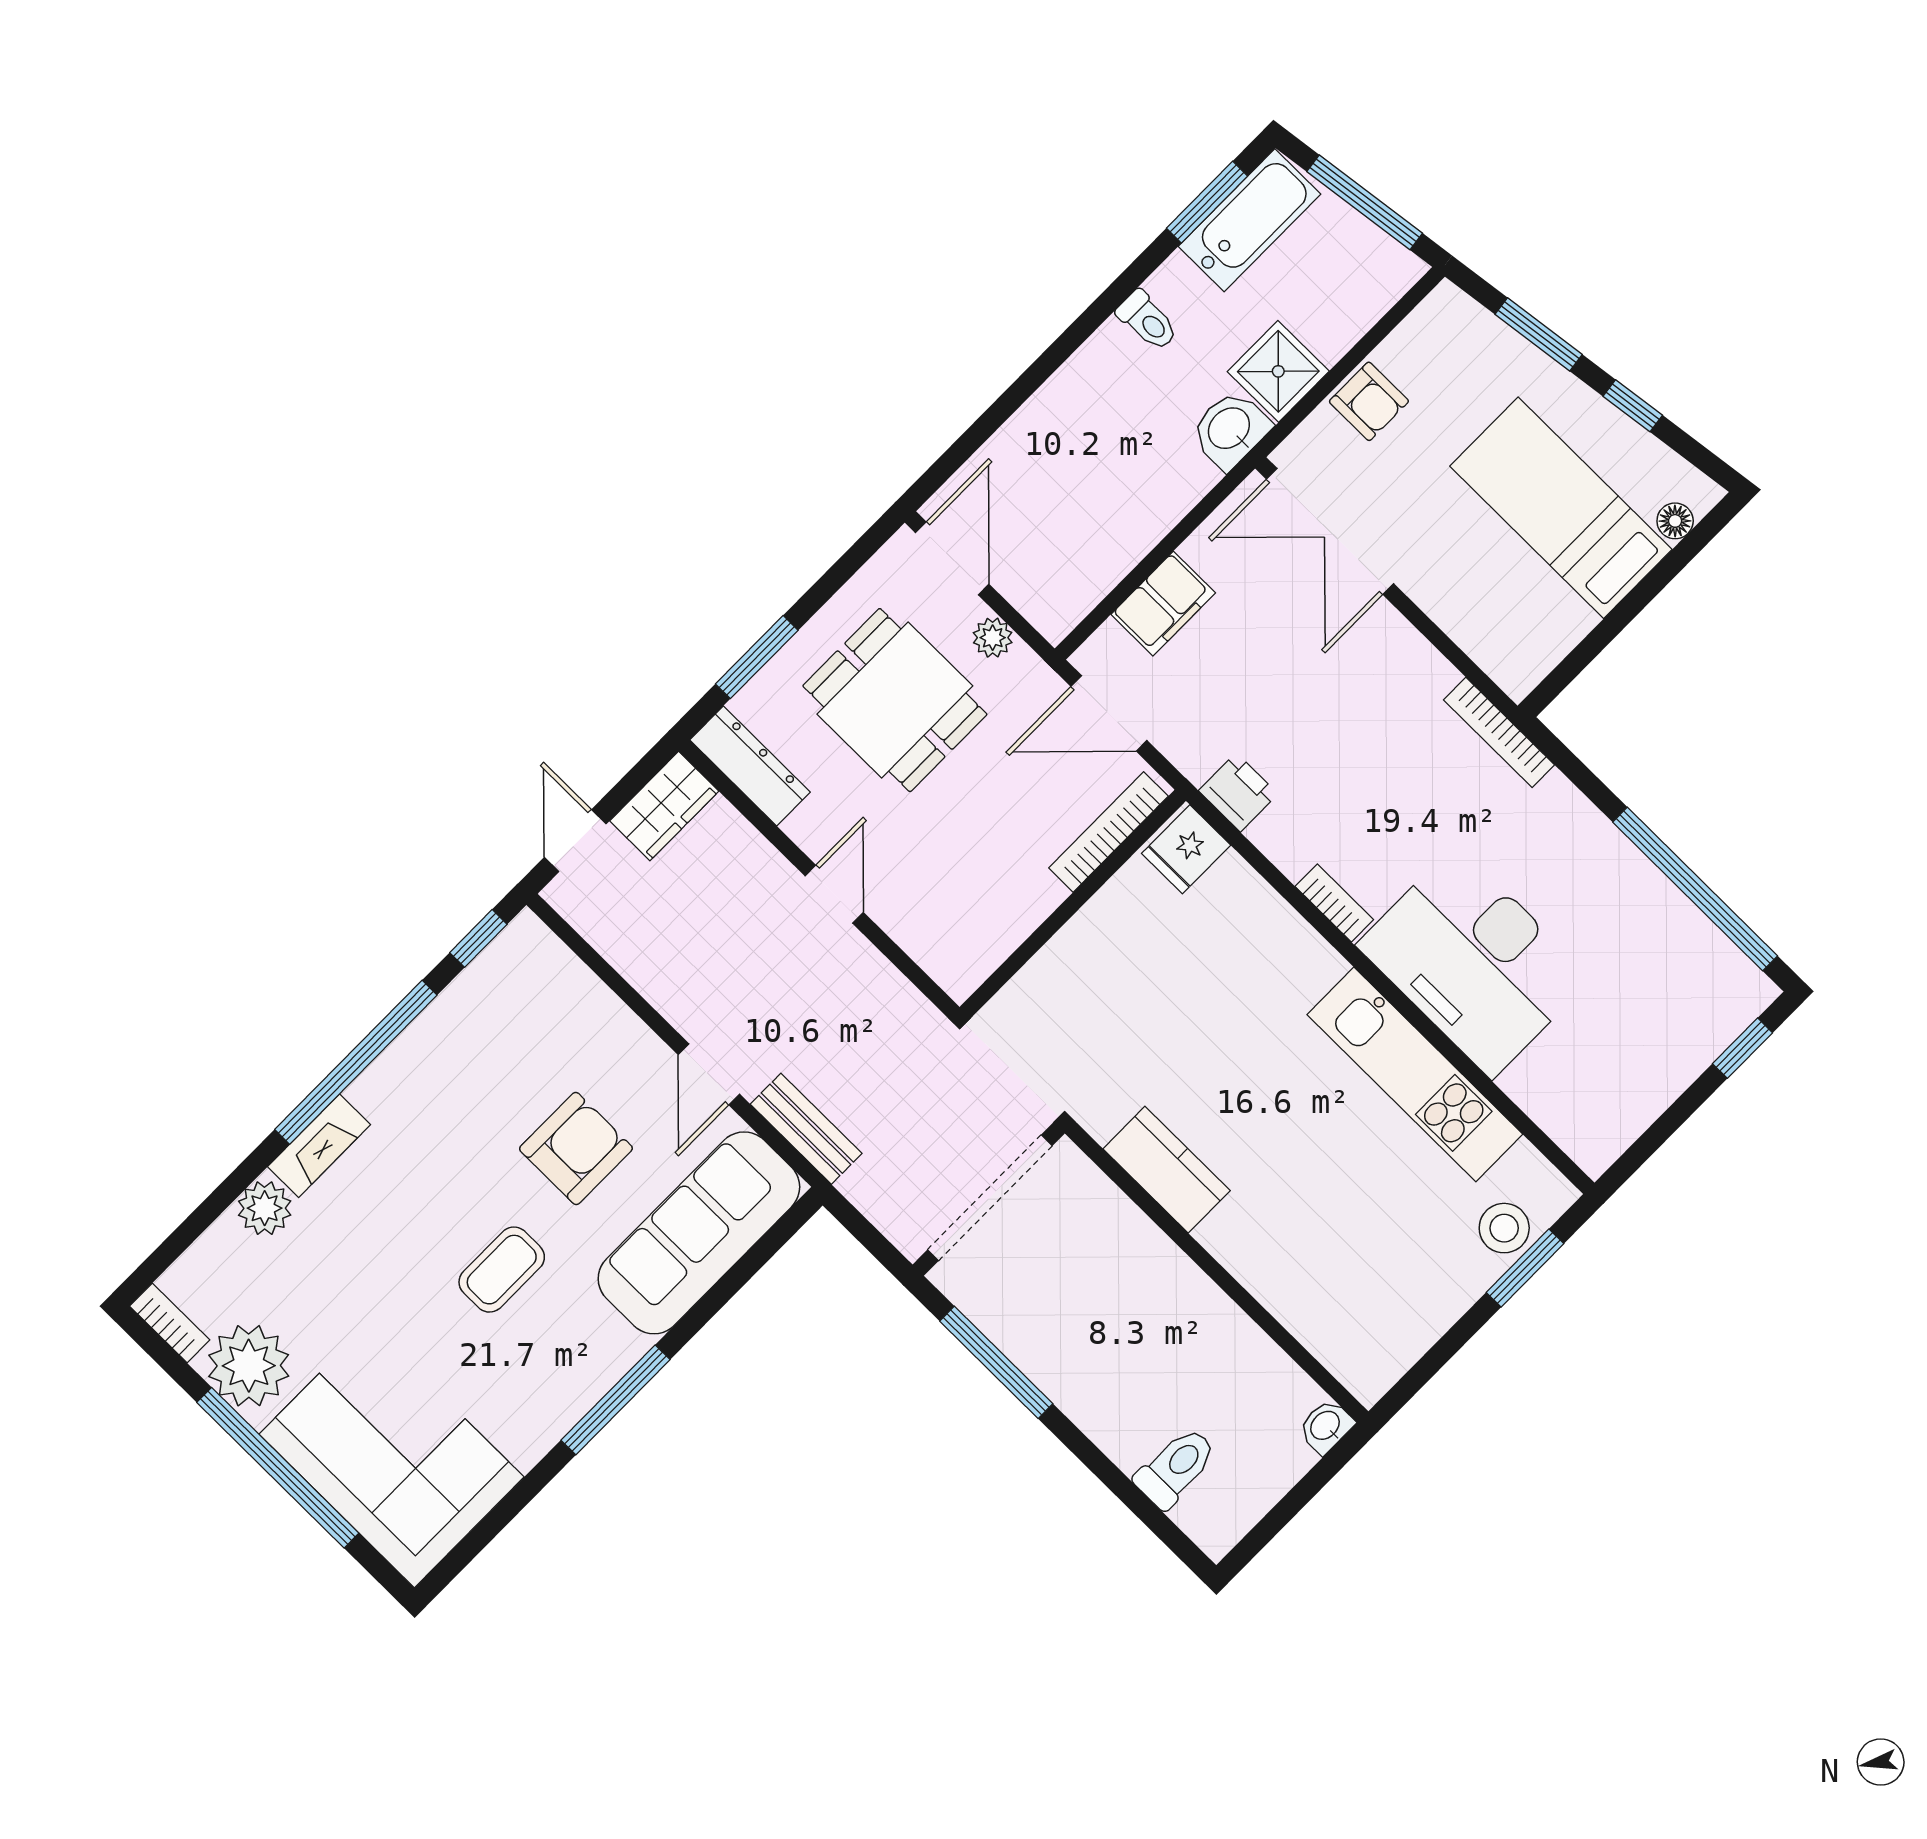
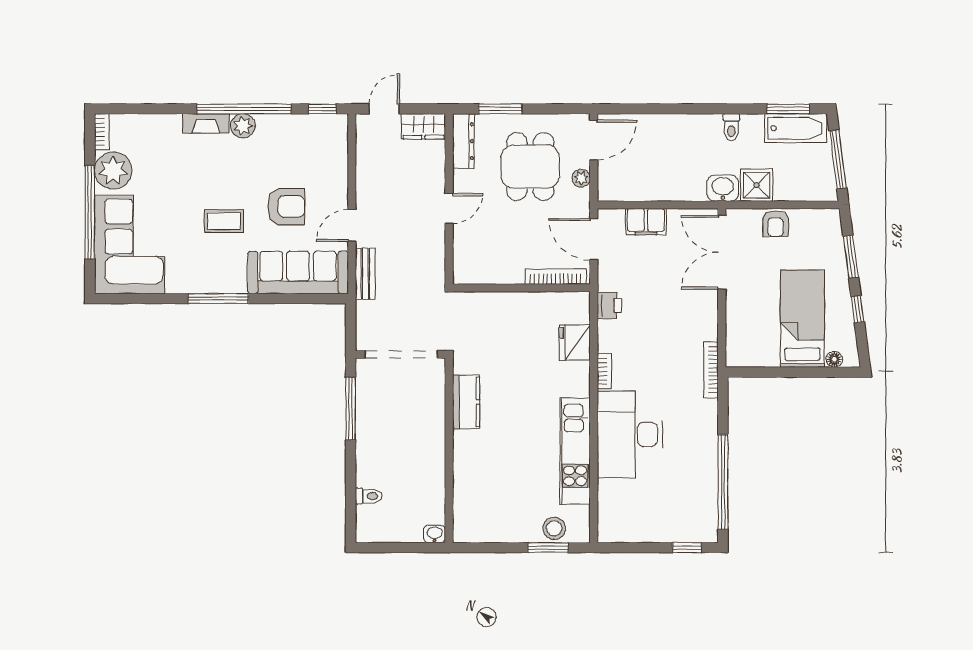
fridge: (1186, 849) -> (575, 342), moved, width x1.38
plant: (265, 1208) -> (243, 126), moved
toilet: (1176, 1468) -> (369, 496), width x0.73, depth x0.72

